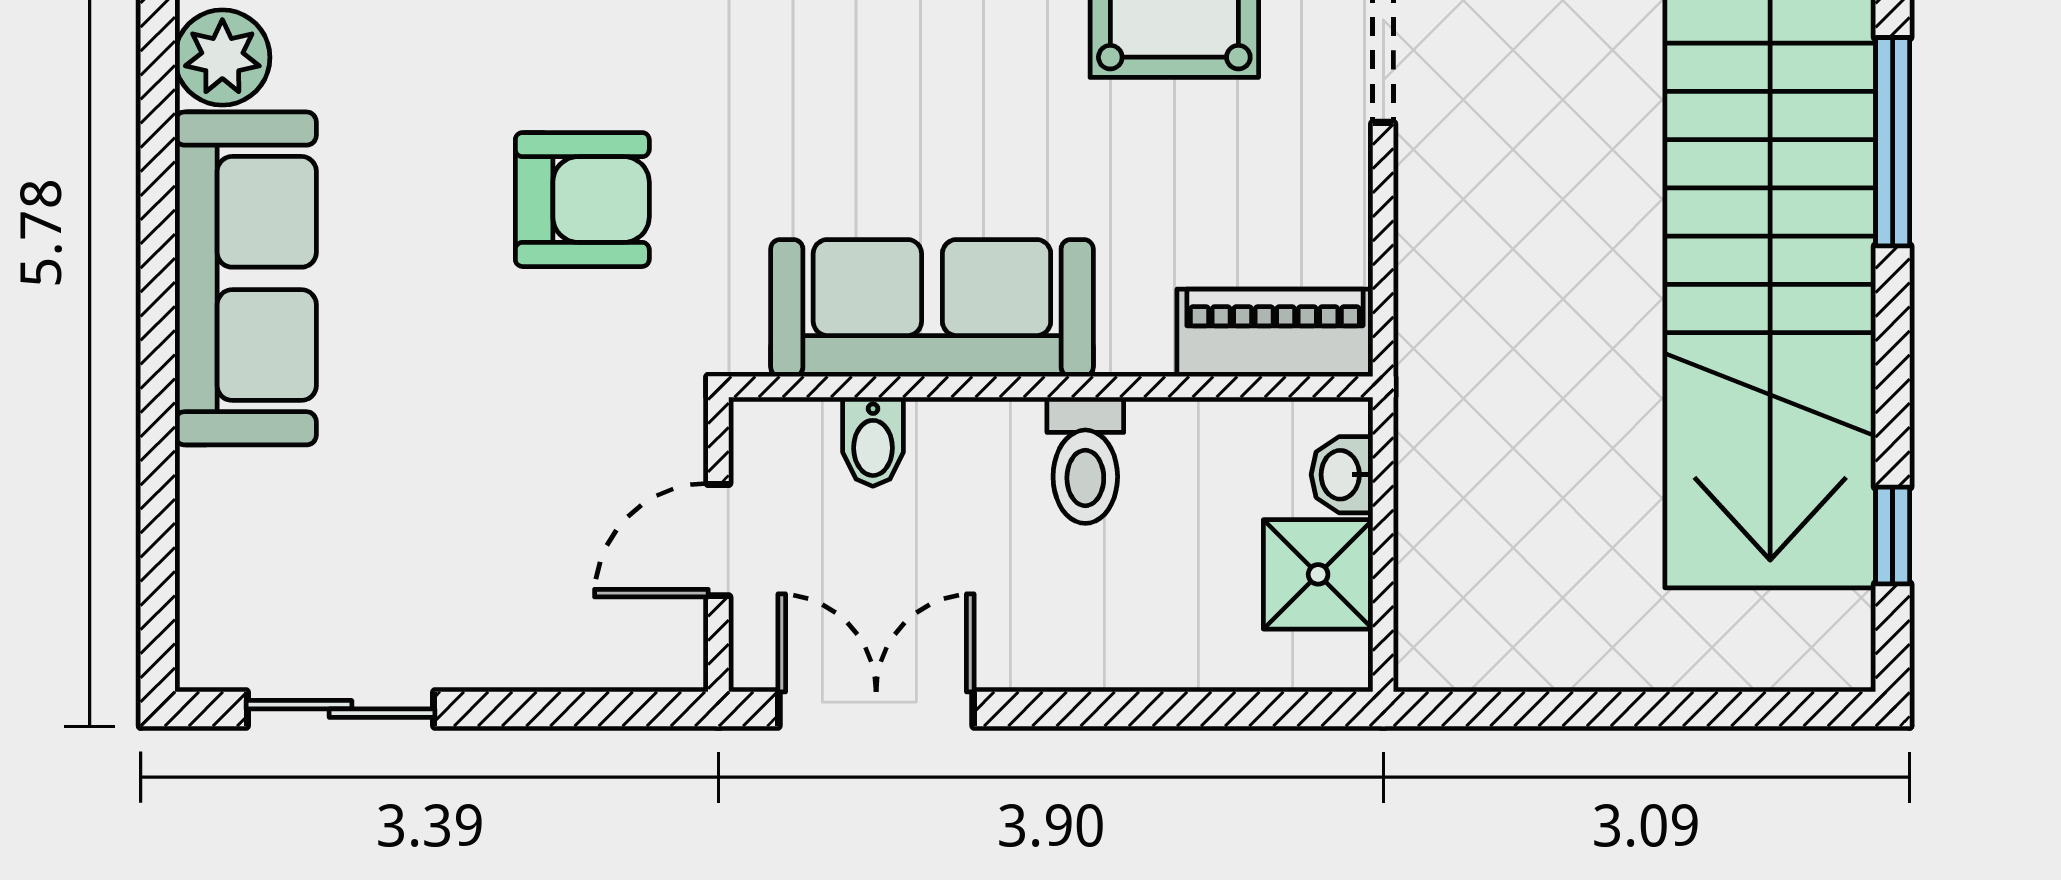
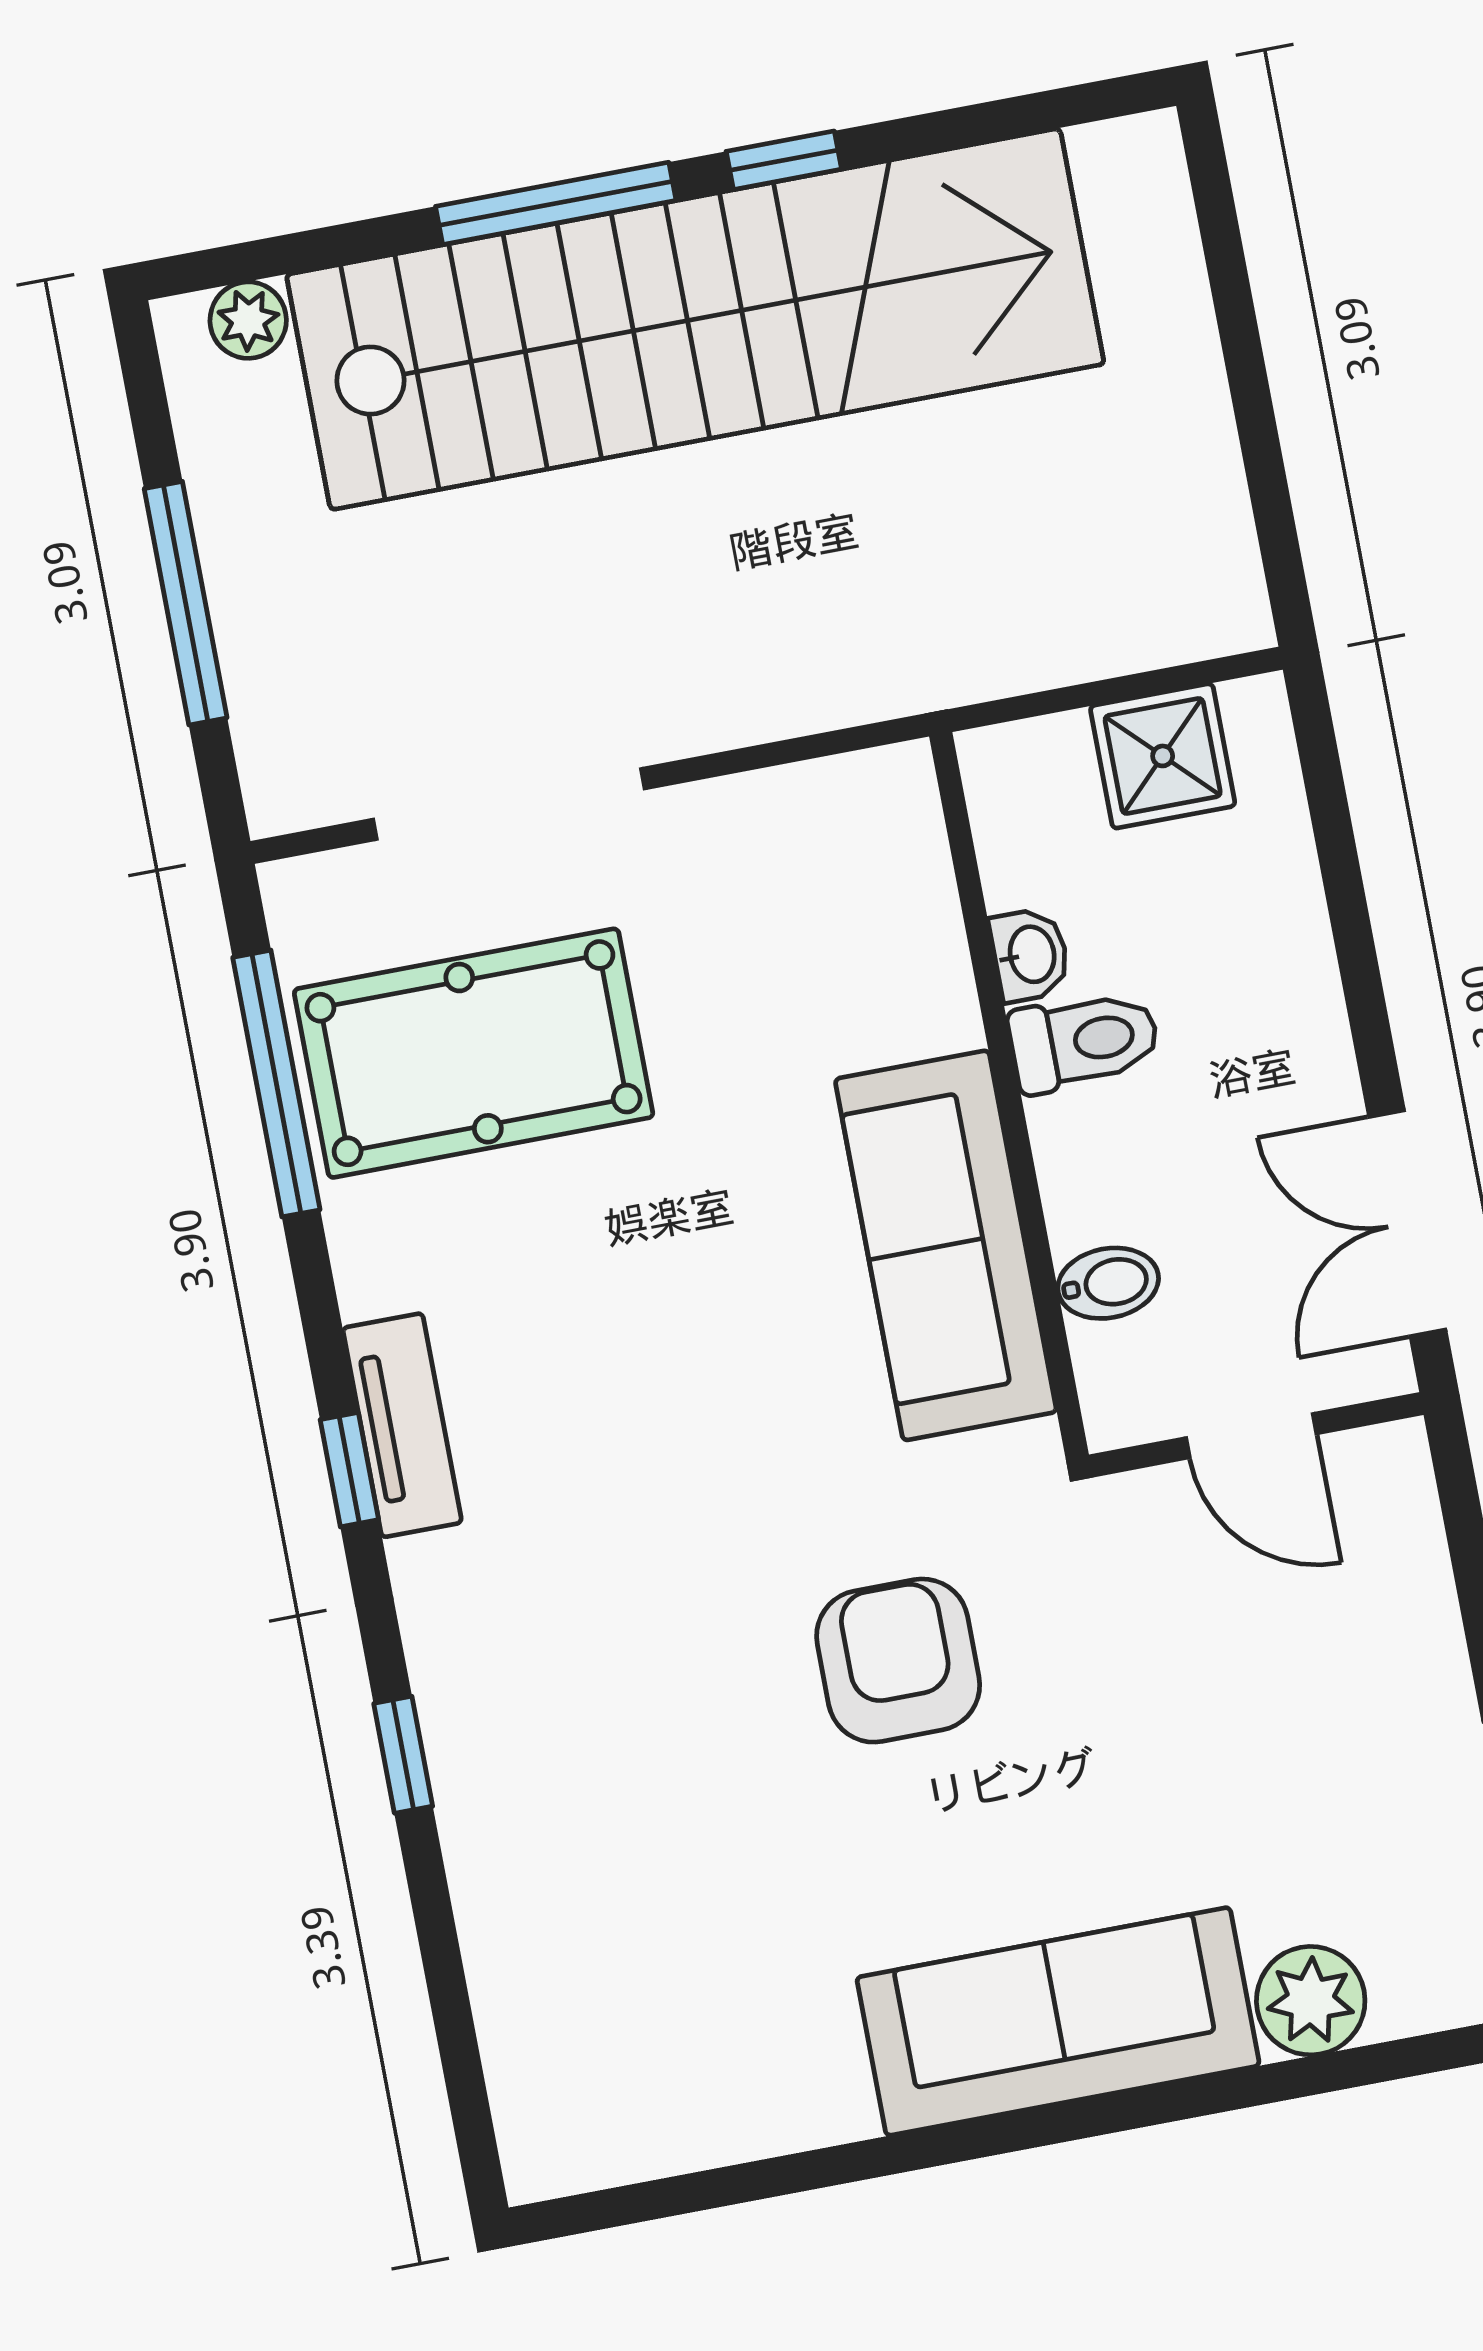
plant: (222, 57) -> (1311, 2001), moved
piano: (1275, 333) -> (901, 856), removed
washbasin: (1342, 475) -> (1030, 955), moved, turned -90
window: (1893, 536) -> (784, 160), moved

